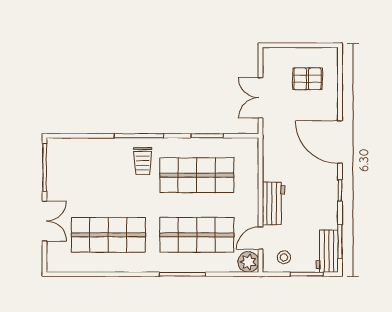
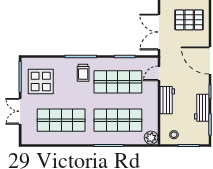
pallet: (307, 79) -> (189, 20), width x1.50, depth x1.42
double door: (261, 98) -> (159, 32), width x1.37
display table: (77, 174) -> (41, 81), added
double door: (45, 221) -> (20, 111), swing flipped
door: (261, 238) -> (159, 73), moved
workbench: (327, 251) -> (202, 108), moved

